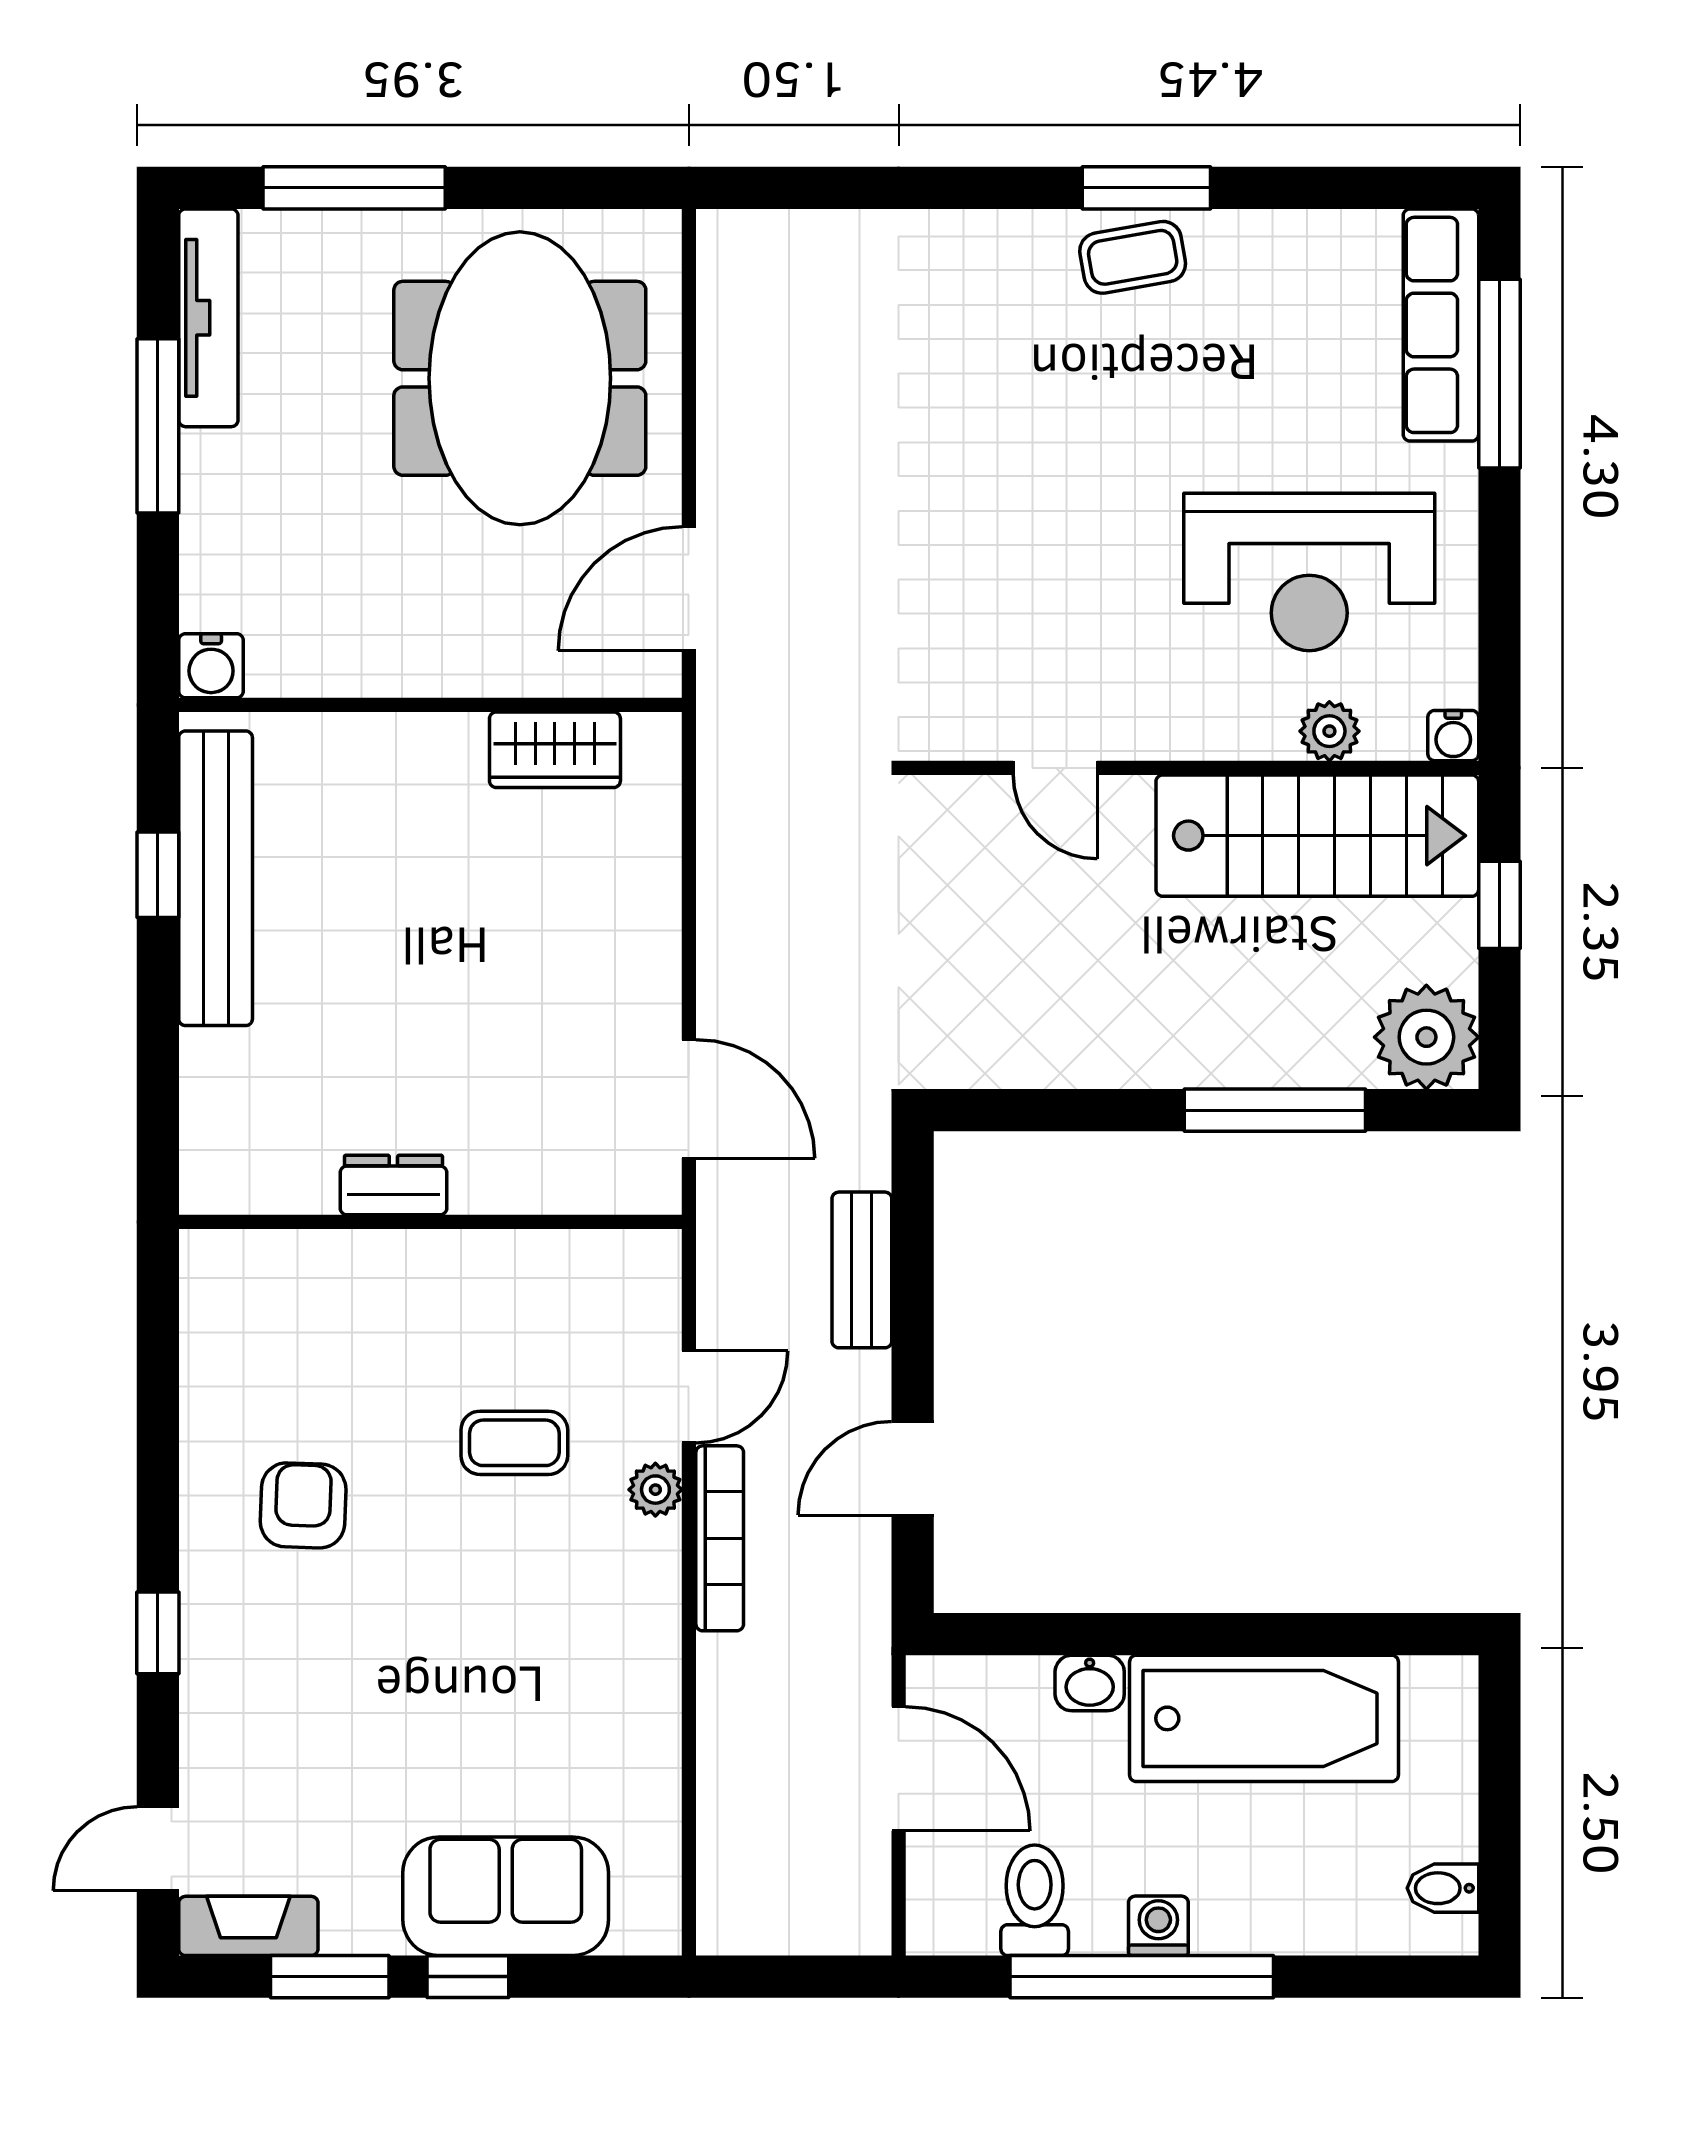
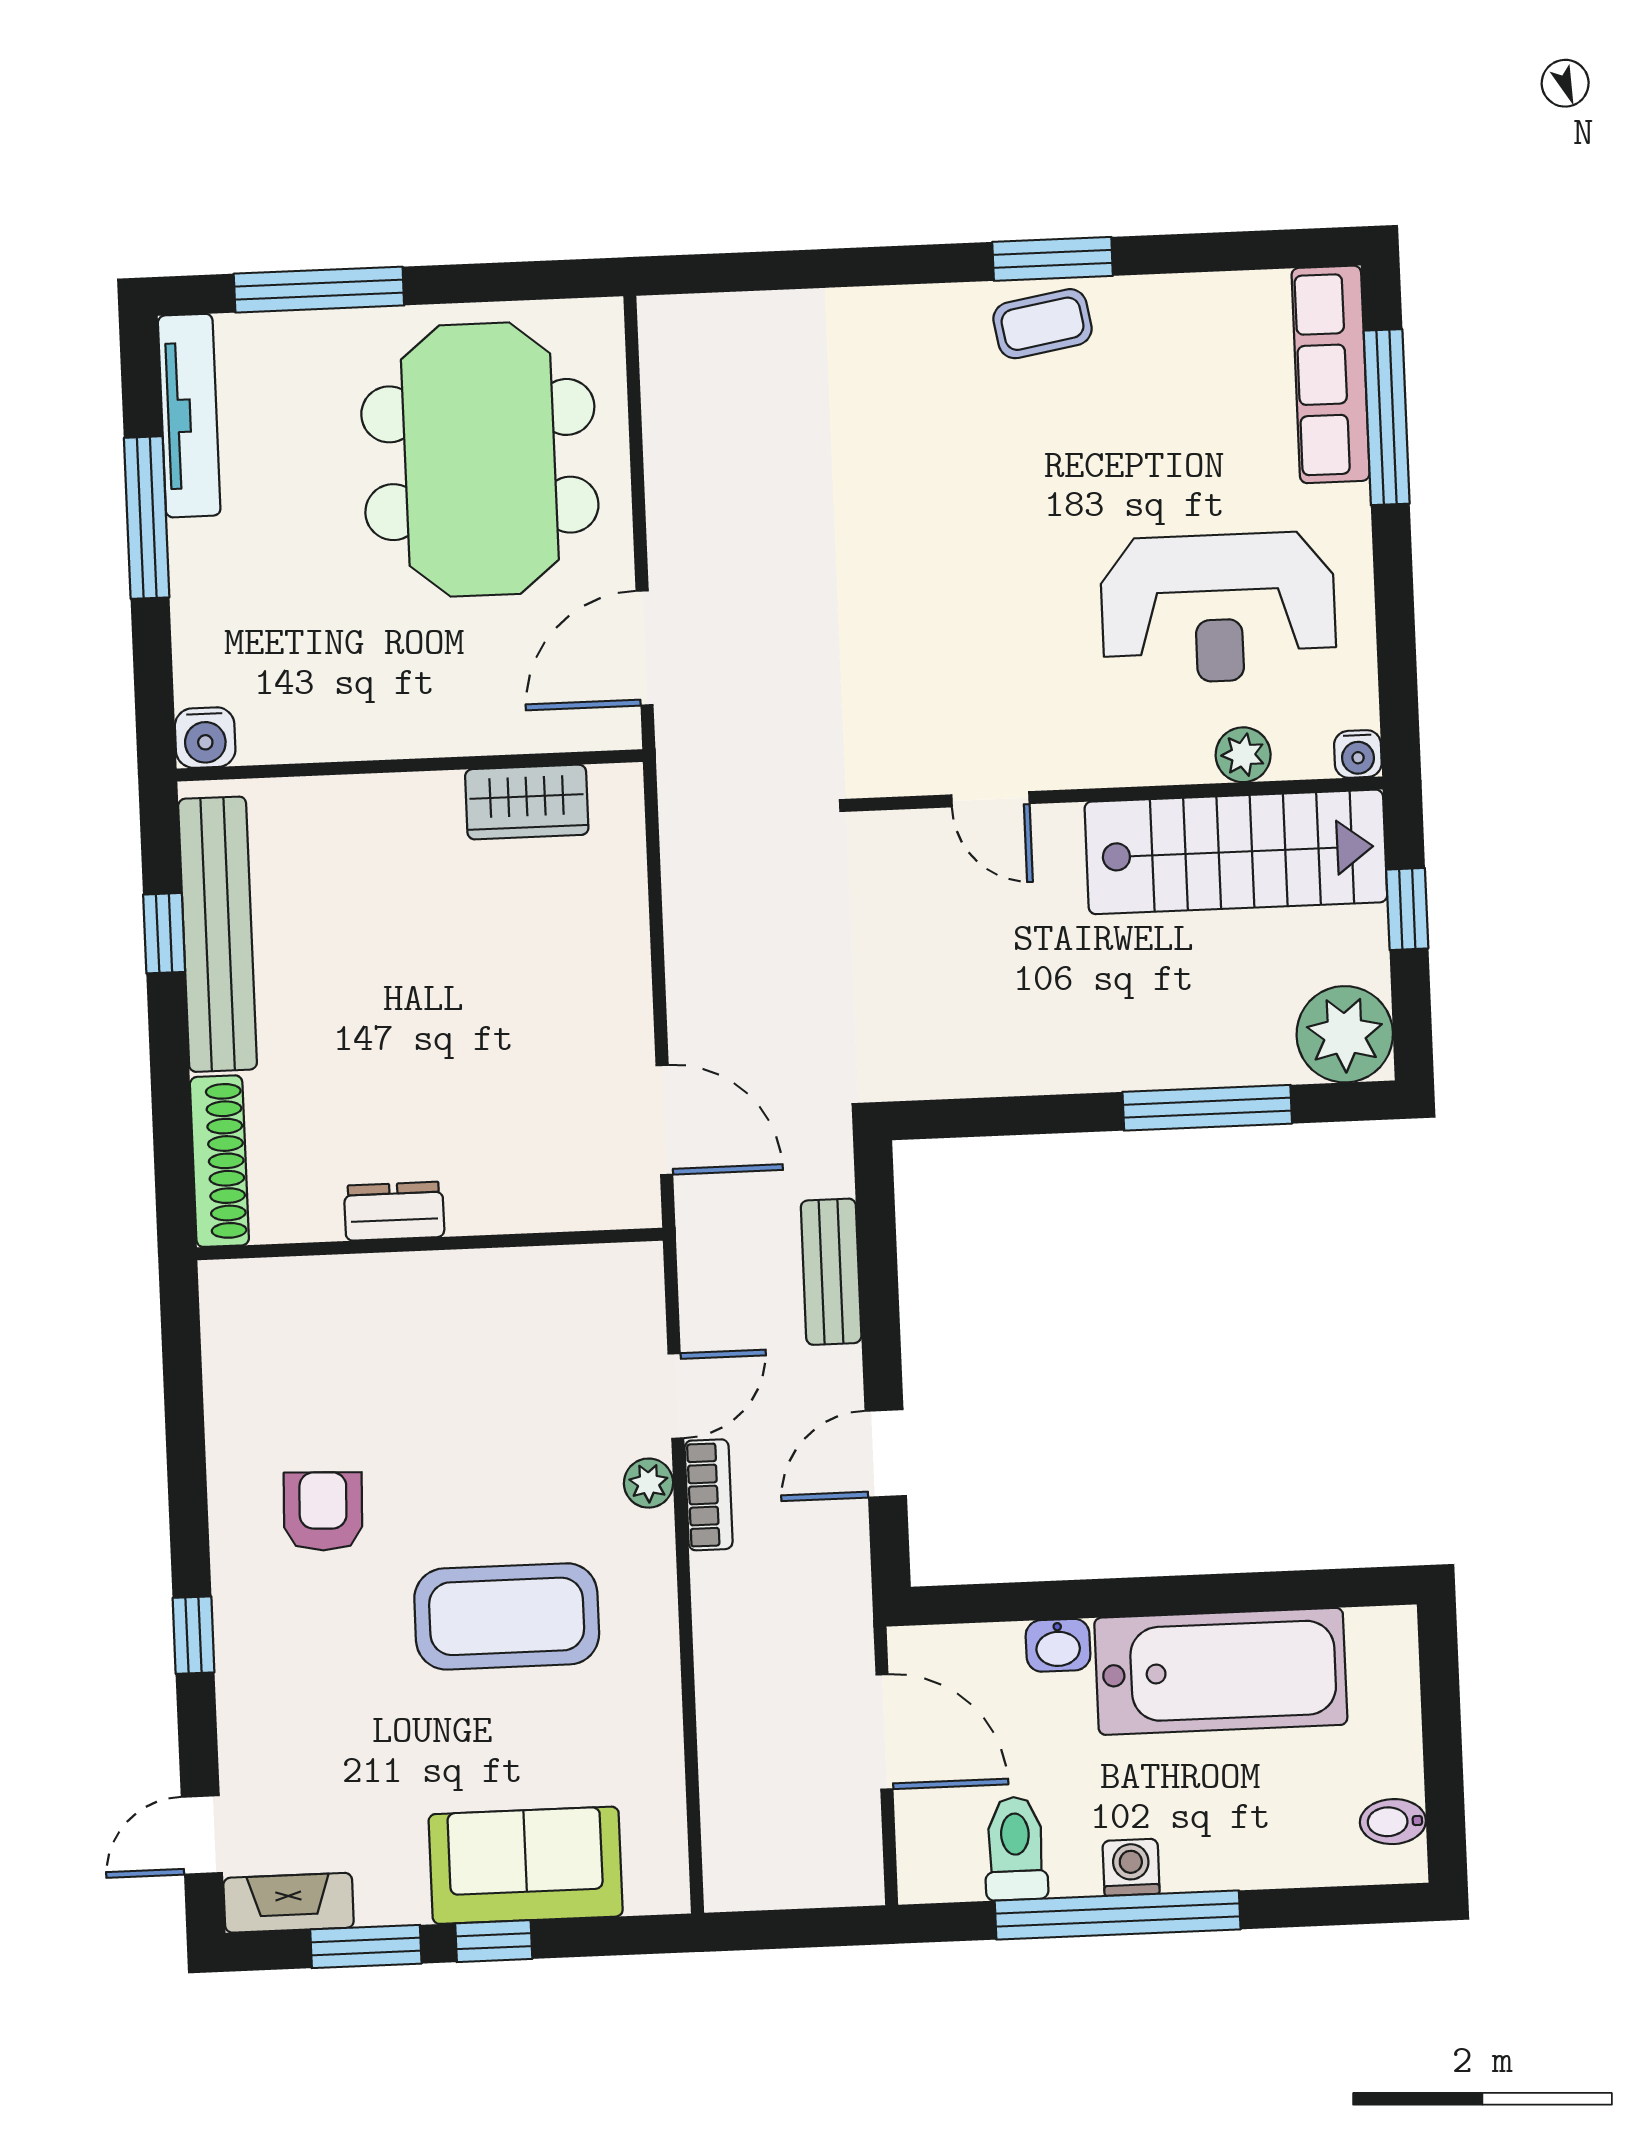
shoe rack: (207, 1123) -> (219, 1161), added
coffee table: (514, 1443) -> (507, 1616), moved, width x1.86, depth x1.72
bookcase: (720, 1538) -> (709, 1495), width x0.64

